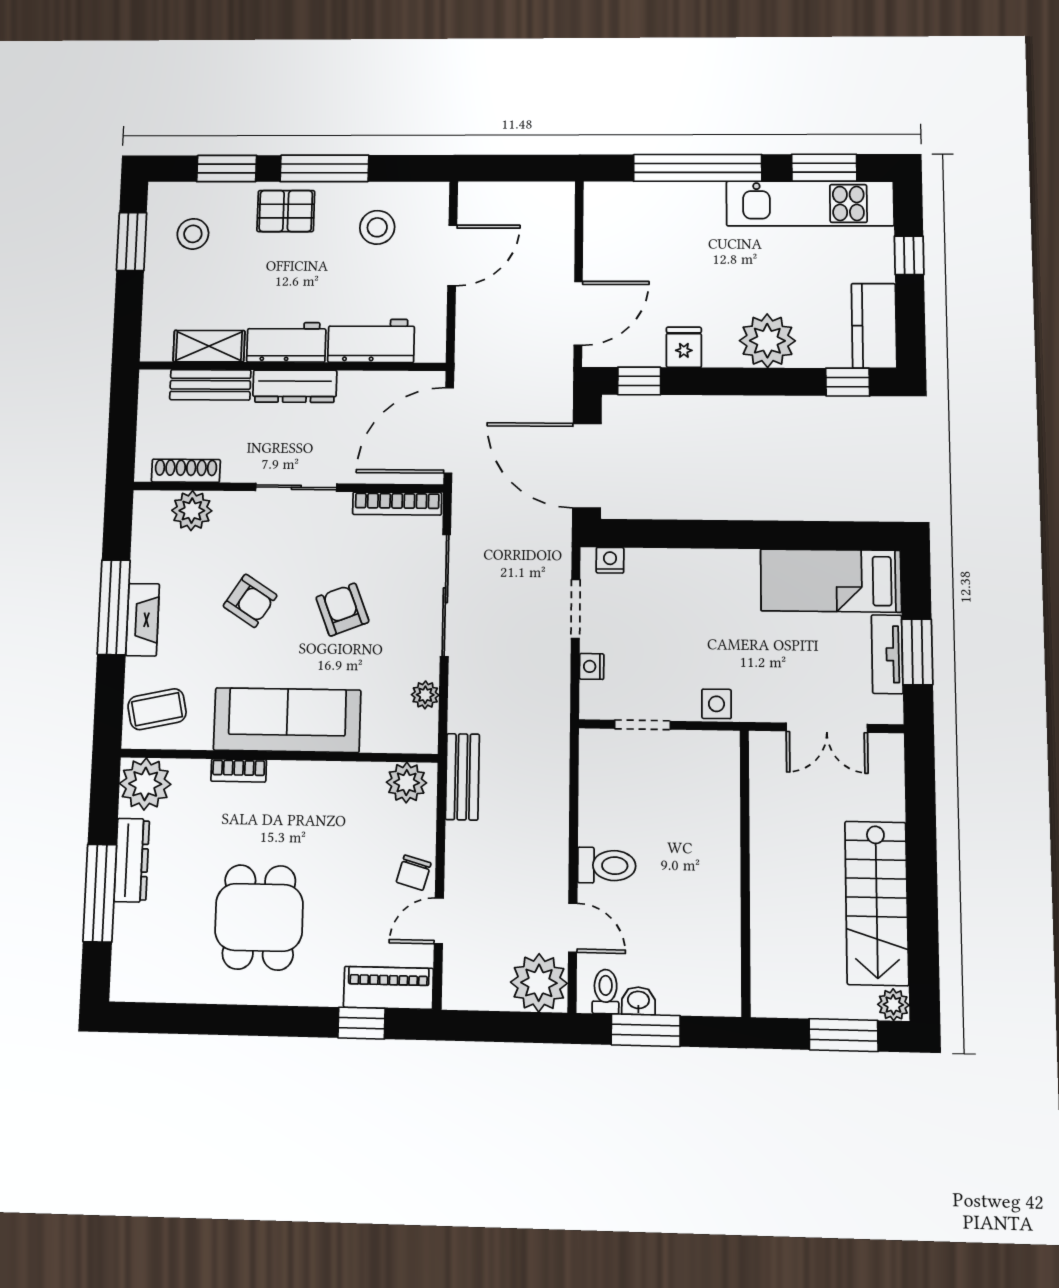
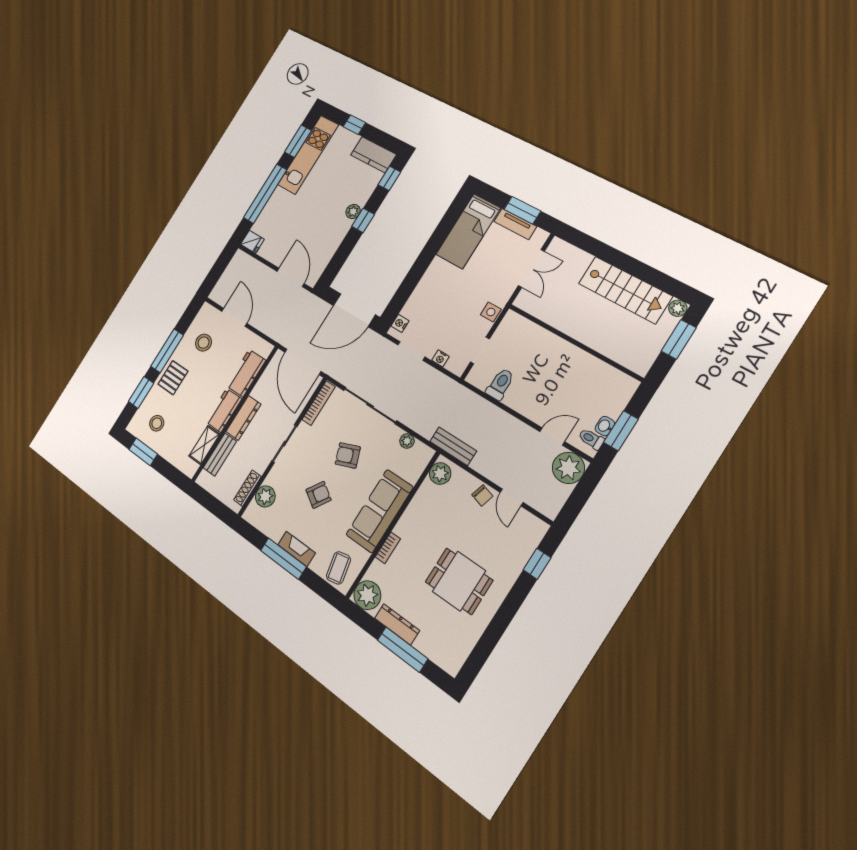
plant: (767, 341) -> (353, 212), width x0.53, depth x0.53
fridge: (684, 347) -> (252, 242), moved, turned 180
window: (639, 381) -> (363, 220), moved
toilet: (607, 865) -> (500, 384), moved
piano: (388, 988) -> (528, 541), removed

